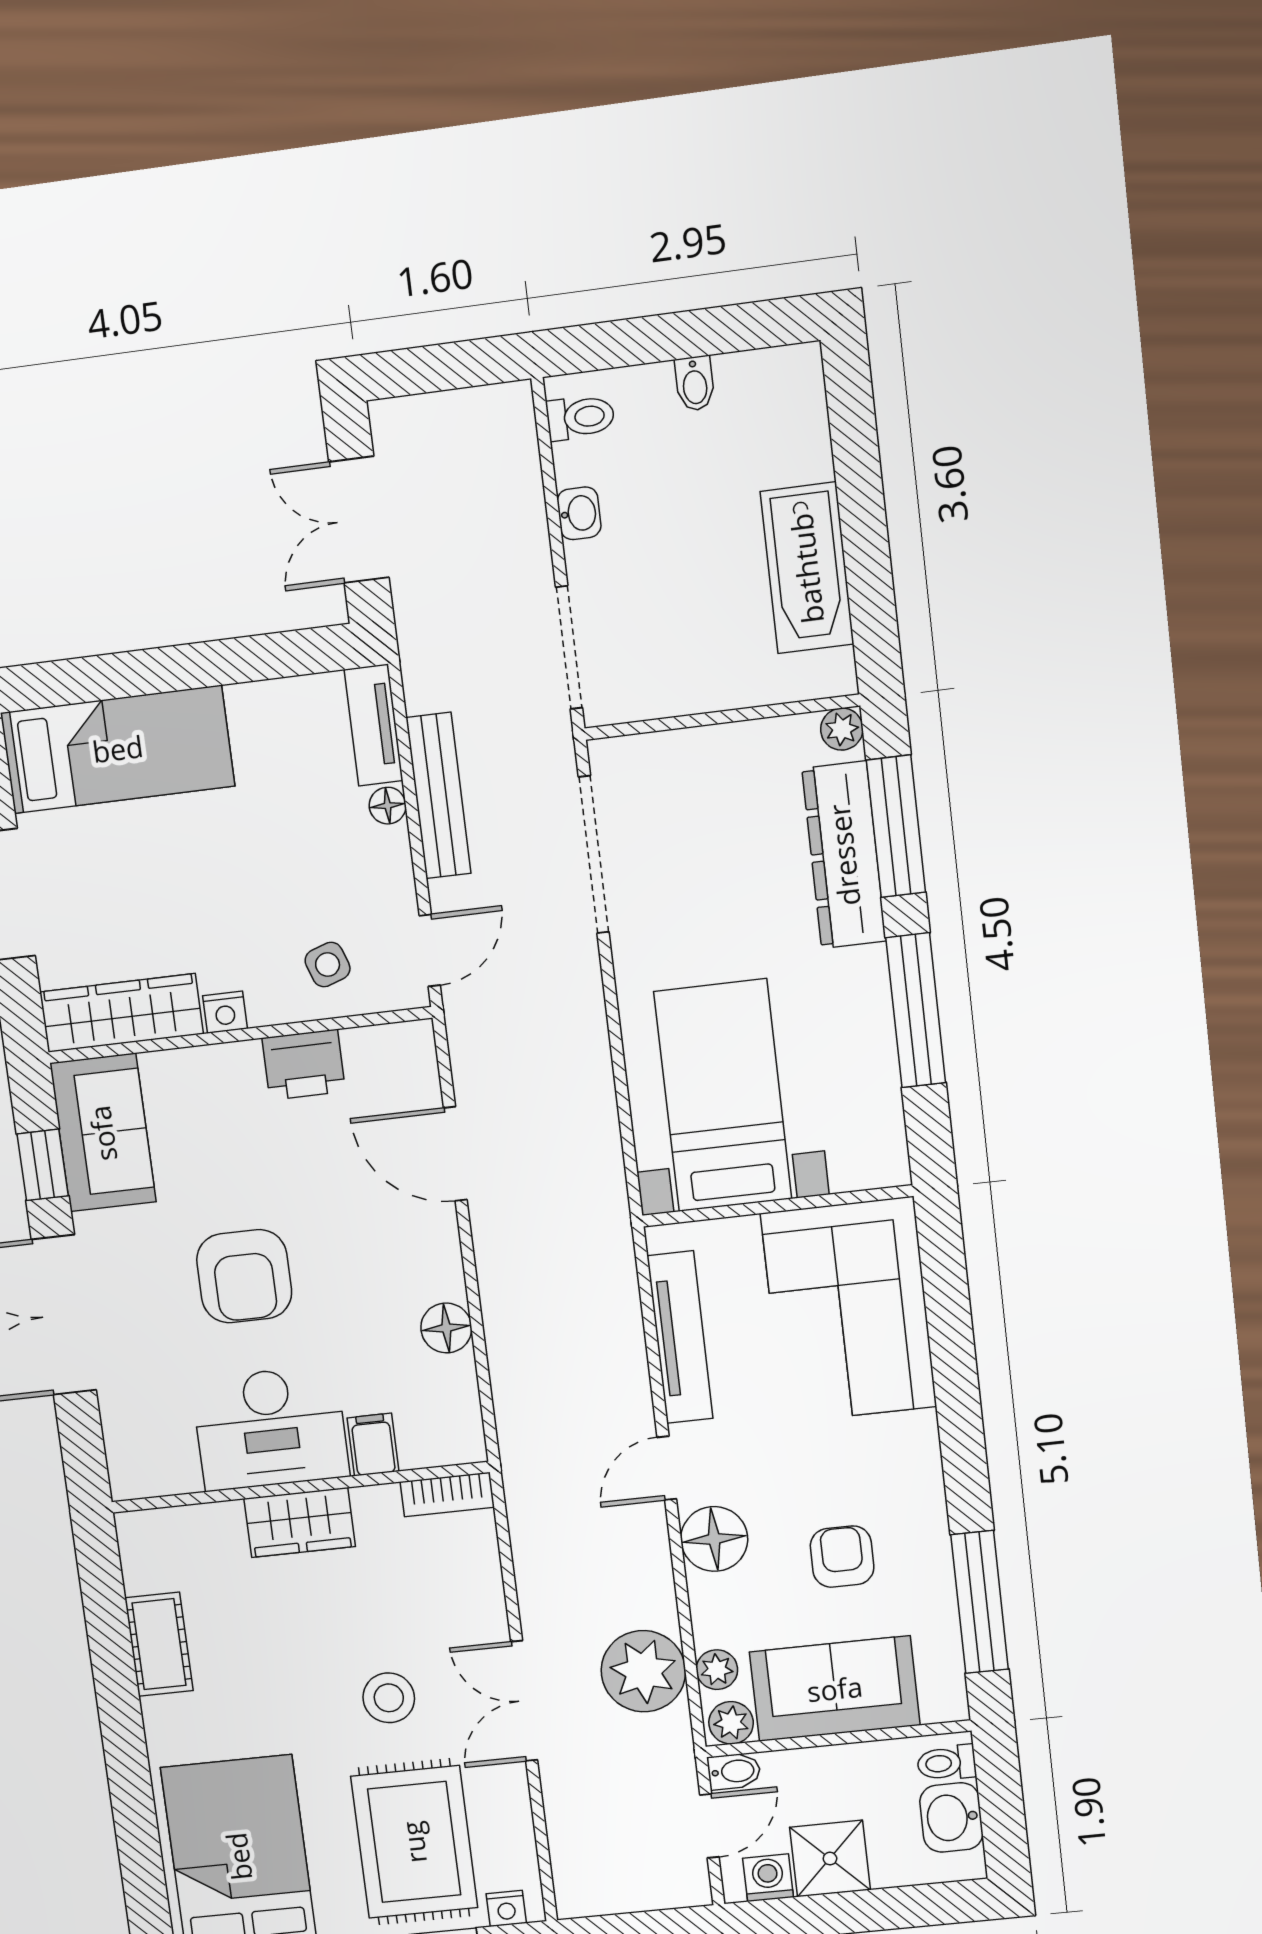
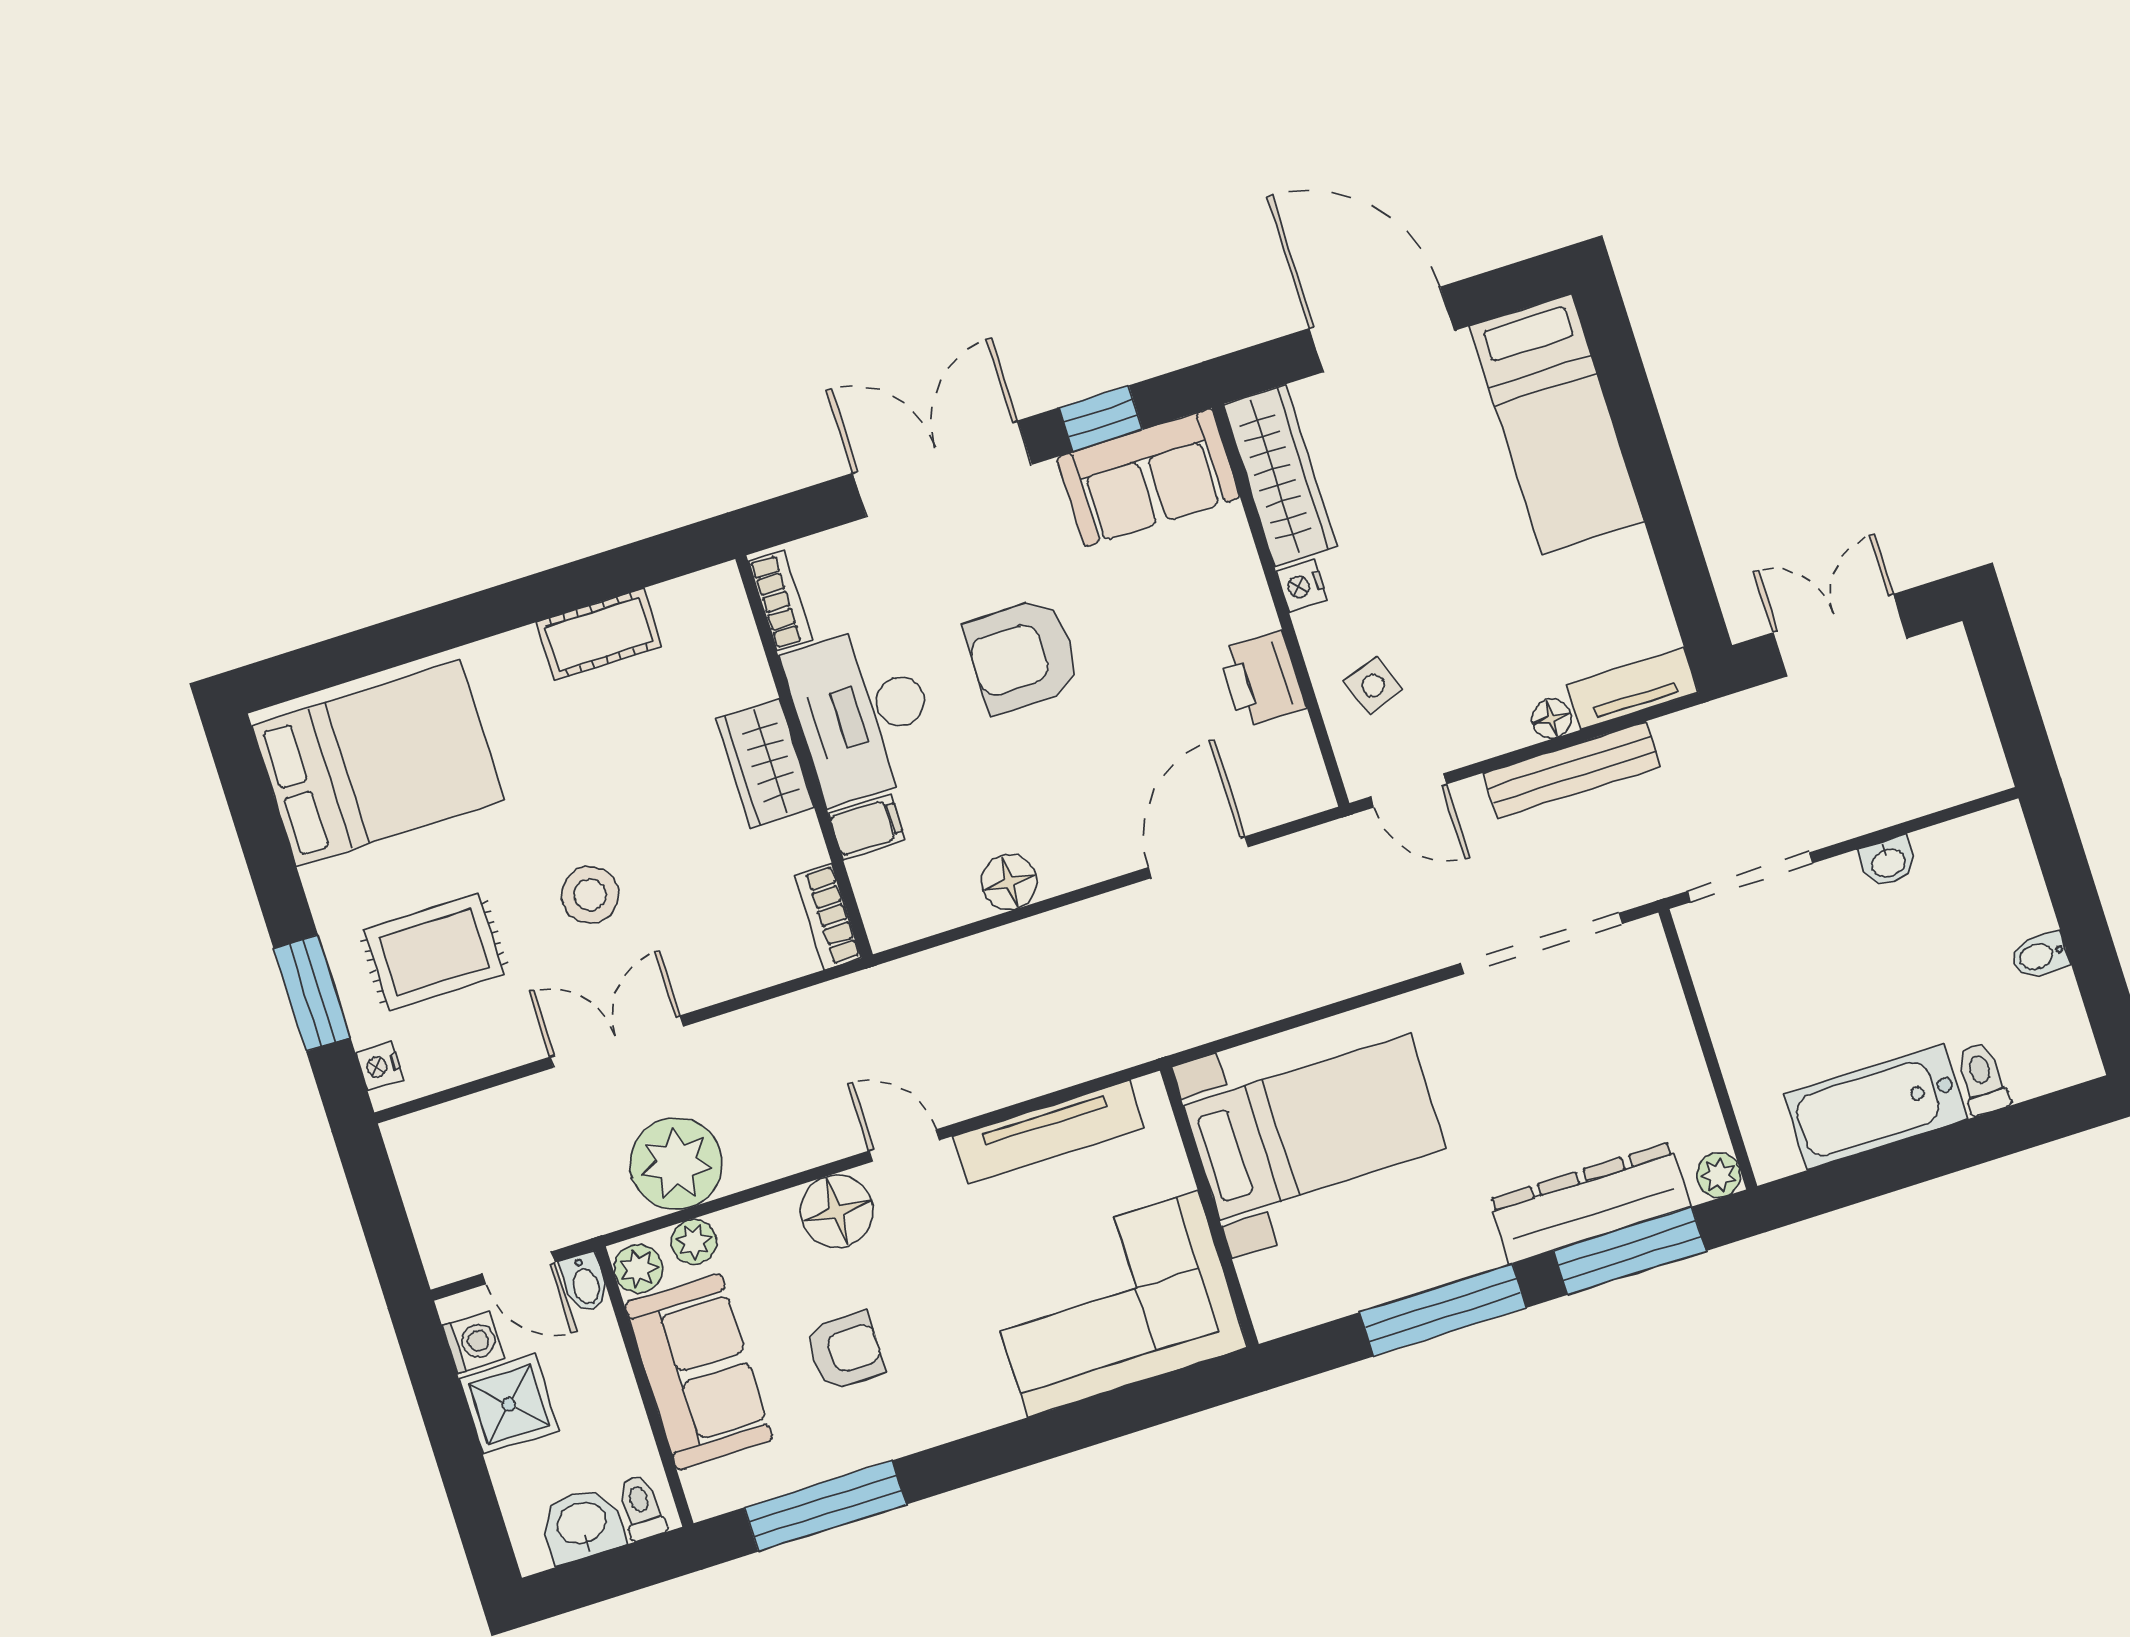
toilet: (580, 417) -> (1982, 1079), moved, turned 180
bookcase: (157, 1480) -> (780, 600), added
rug: (414, 1842) -> (434, 952), width x0.73, depth x0.70

